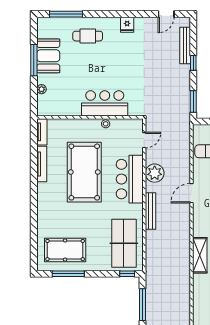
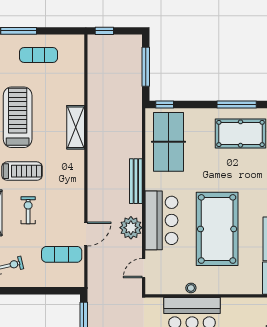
door: (191, 193) -> (86, 234), moved

